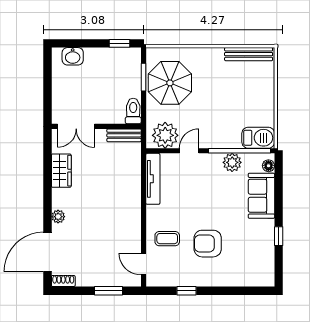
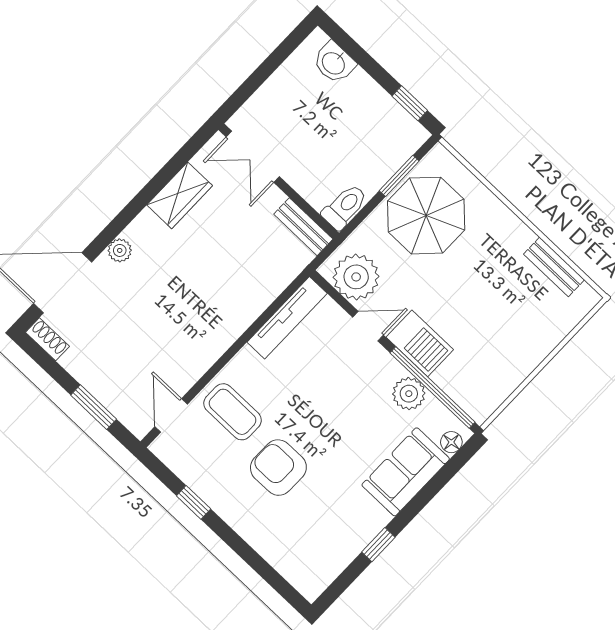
bench: (249, 54) -> (554, 267), width x0.73
barbecue: (258, 138) -> (420, 343), moved
coffee table: (167, 239) -> (233, 412), width x1.36, depth x1.30

